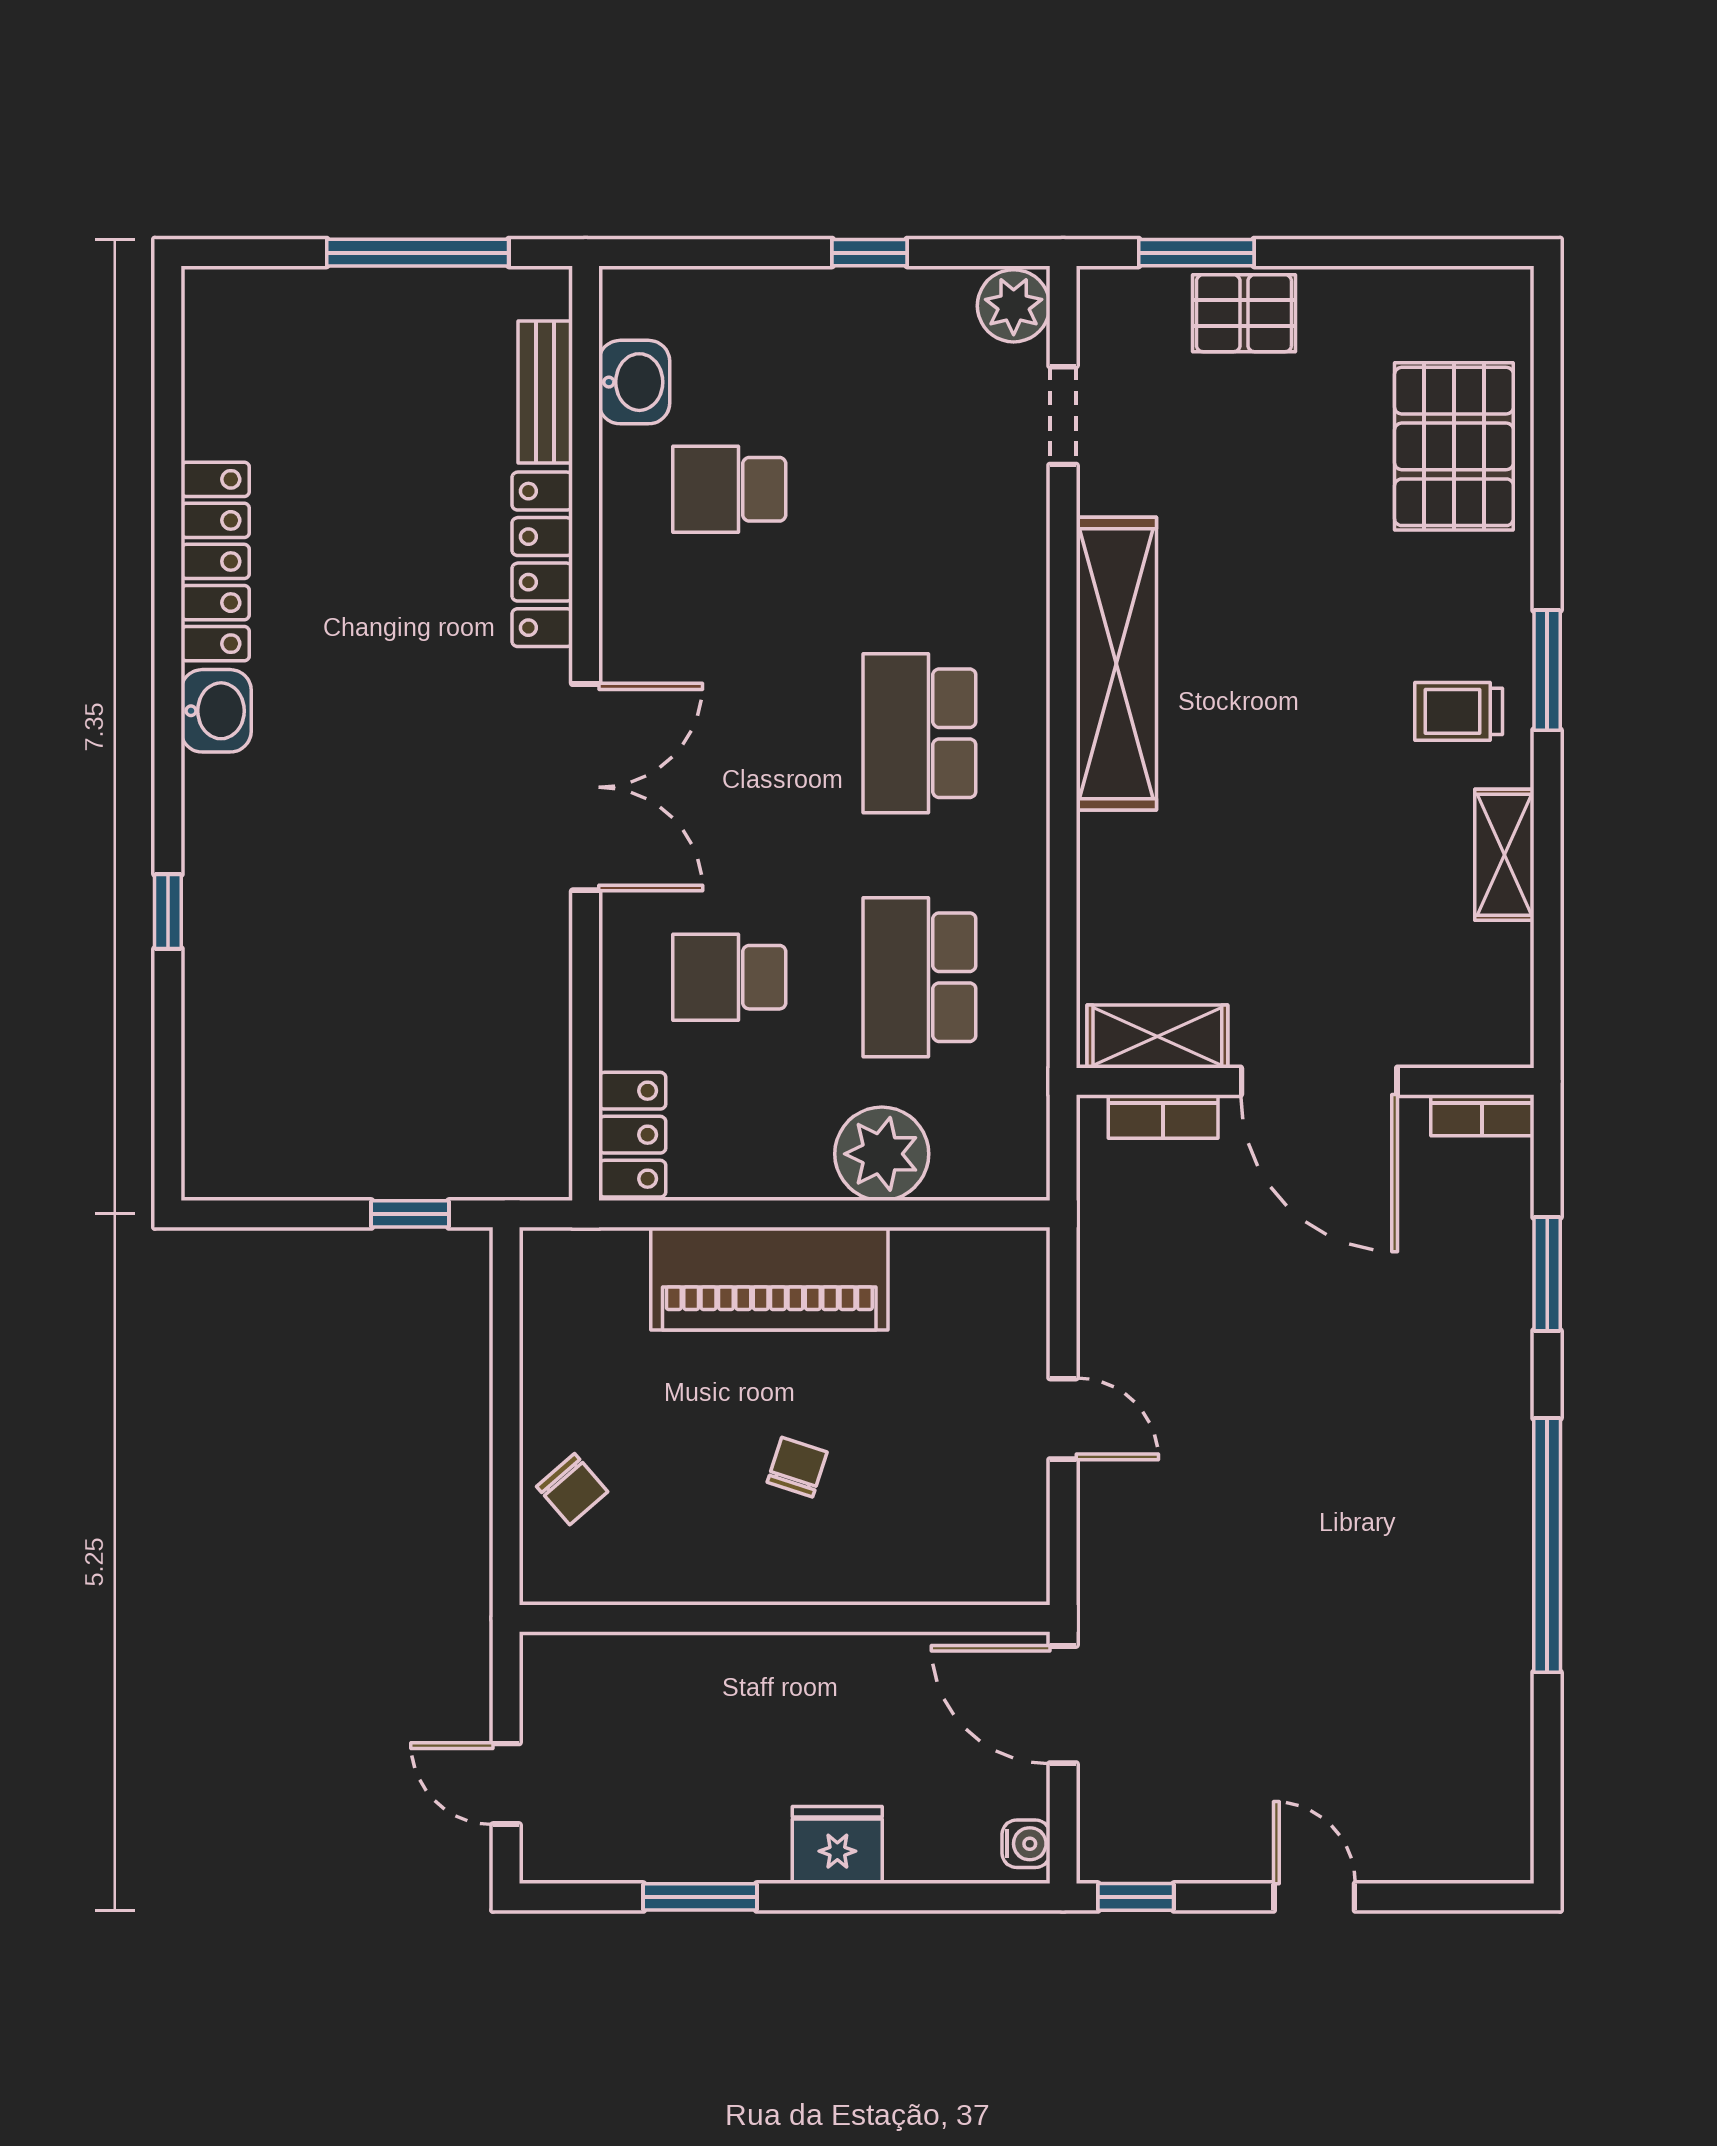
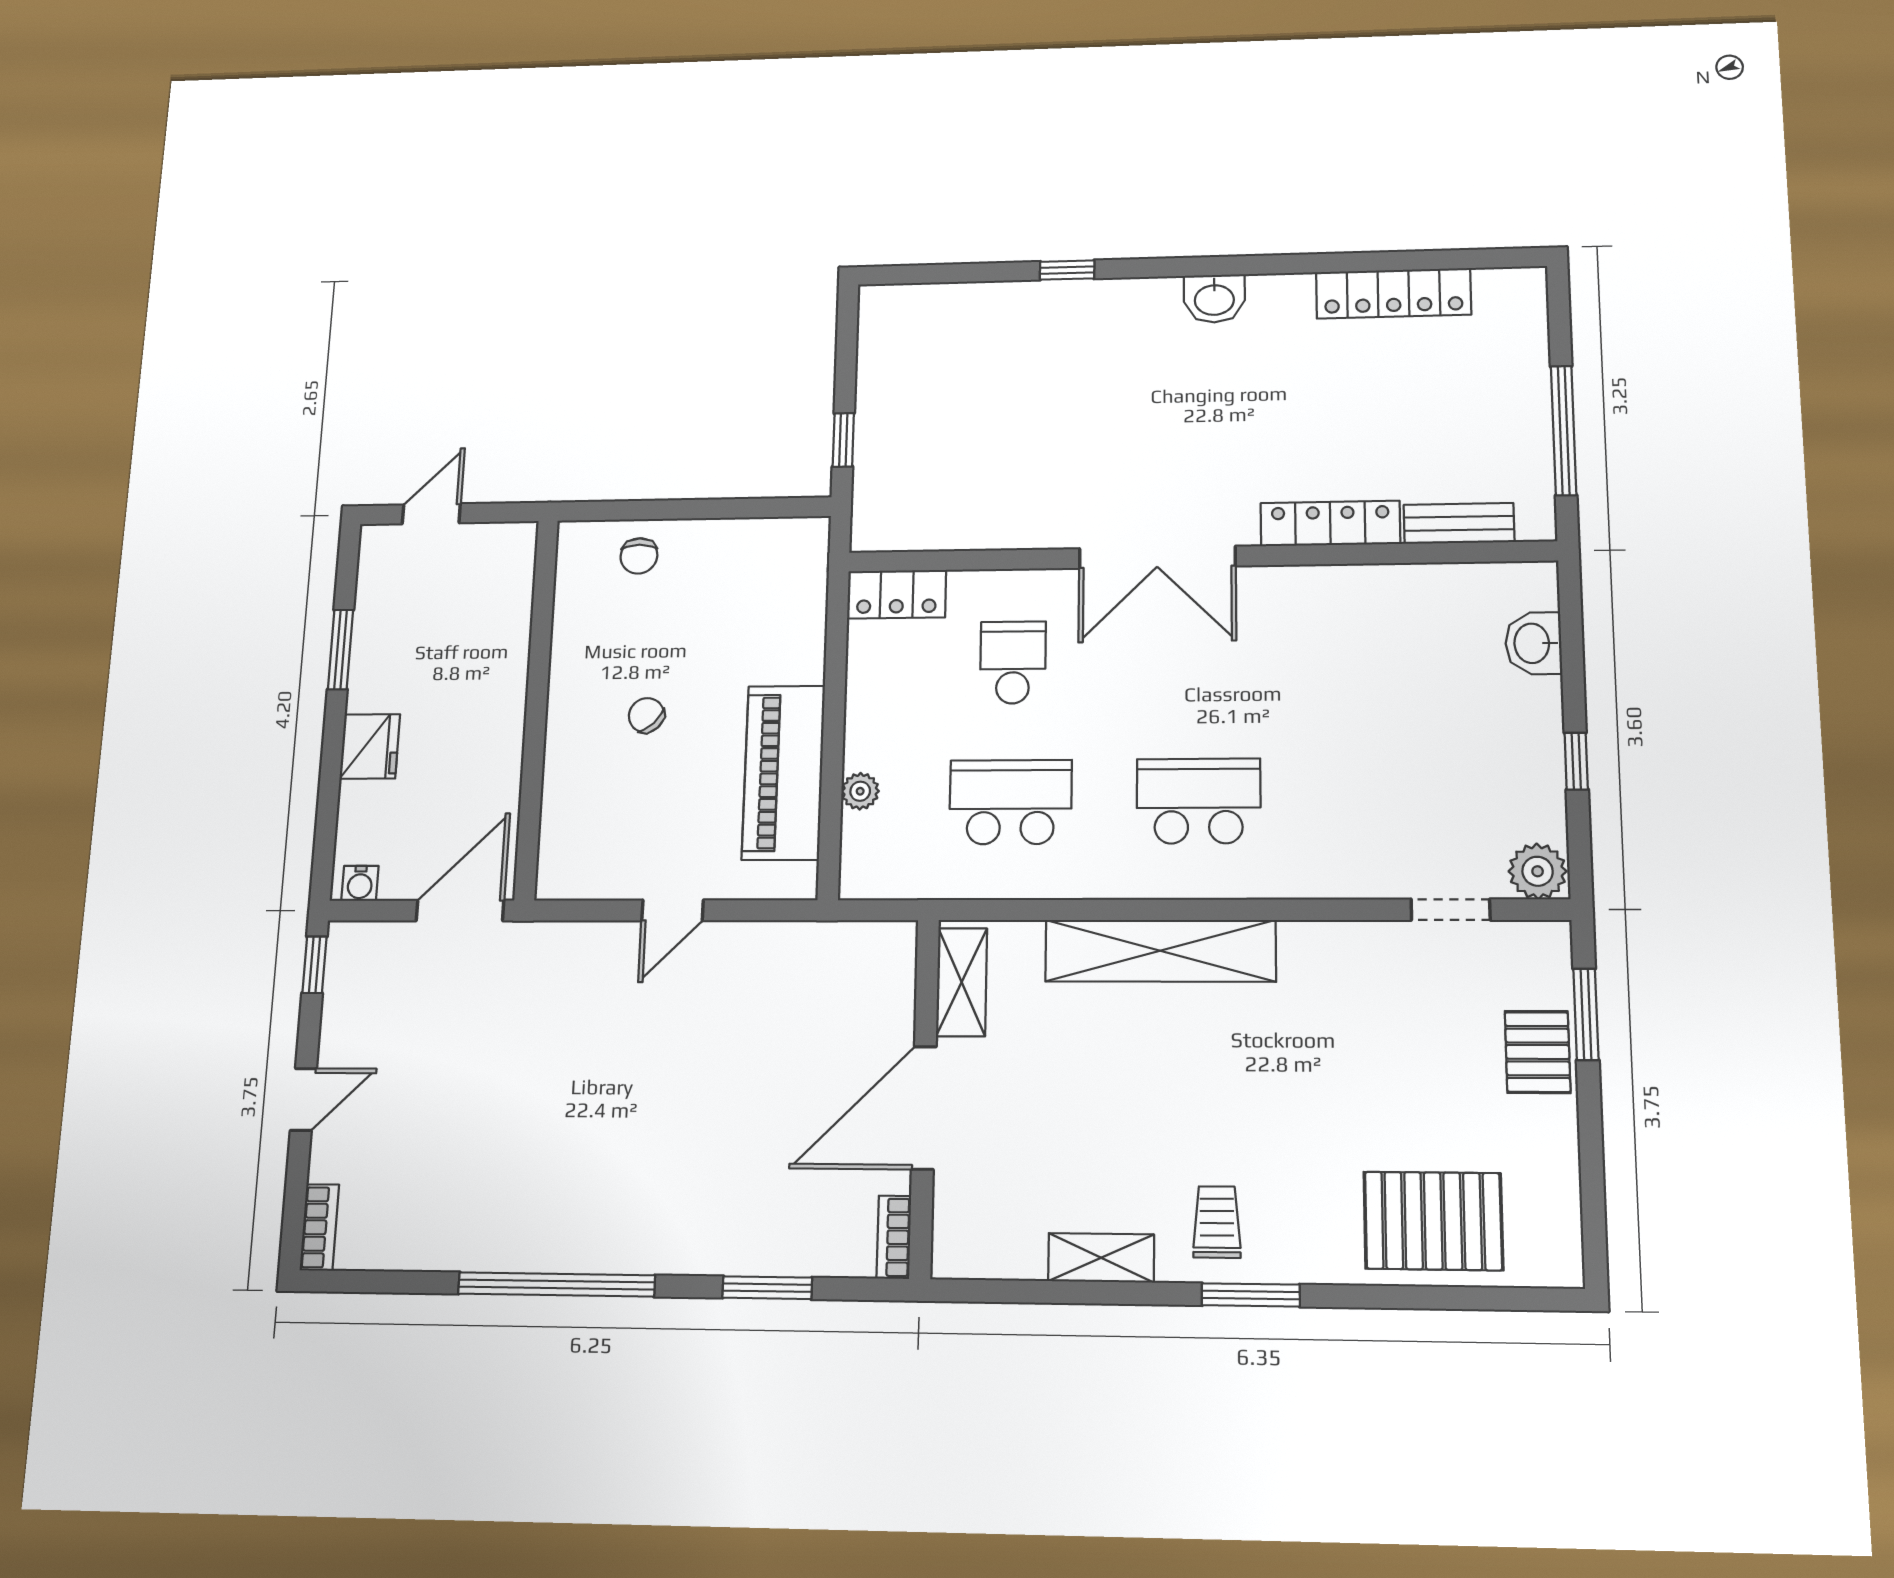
washbasin: (634, 382) -> (1533, 643), moved, turned 90
school desk: (729, 489) -> (1387, 658), removed
locker: (215, 561) -> (1393, 293), moved
shelving: (1116, 664) -> (1160, 951), moved
bookcase: (1163, 1117) -> (319, 1227), moved, turned 180
plant: (882, 1154) -> (860, 791), width x0.53, depth x0.53
piano: (769, 1279) -> (783, 772), moved
chair: (797, 1467) -> (646, 715), turned -152
chair: (572, 1489) -> (639, 556), turned -49

